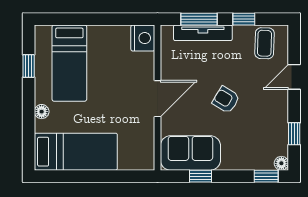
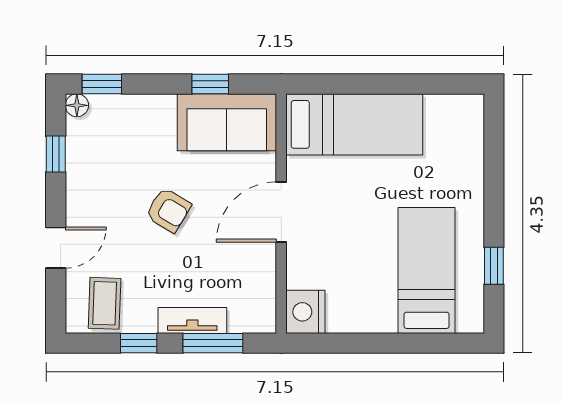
tv unit: (203, 33) -> (192, 320), width x0.71
floor lamp: (42, 112) -> (472, 190), removed
bed: (76, 152) -> (354, 124), moved, turned 180

